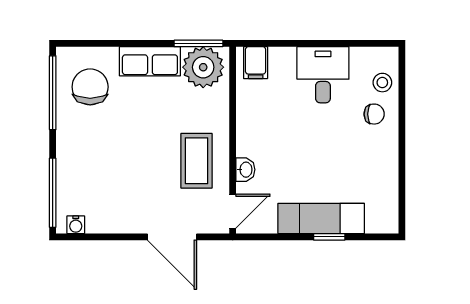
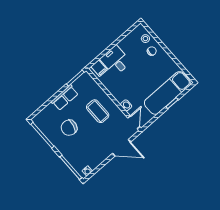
plant: (203, 67) -> (84, 84), removed
desk: (323, 75) -> (115, 61), moved
chair: (90, 87) -> (69, 128), moved, turned -77
coffee table: (197, 161) -> (98, 111), moved
exam couch: (321, 218) -> (167, 93), width x1.36, depth x1.45

